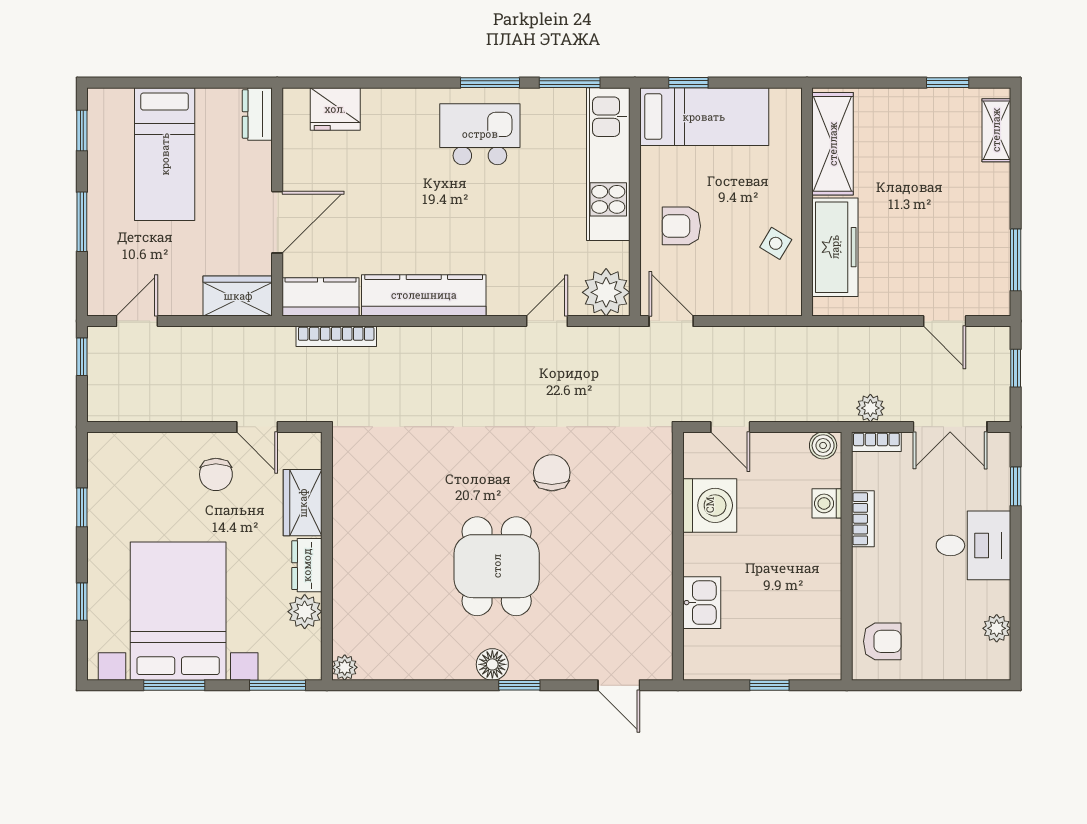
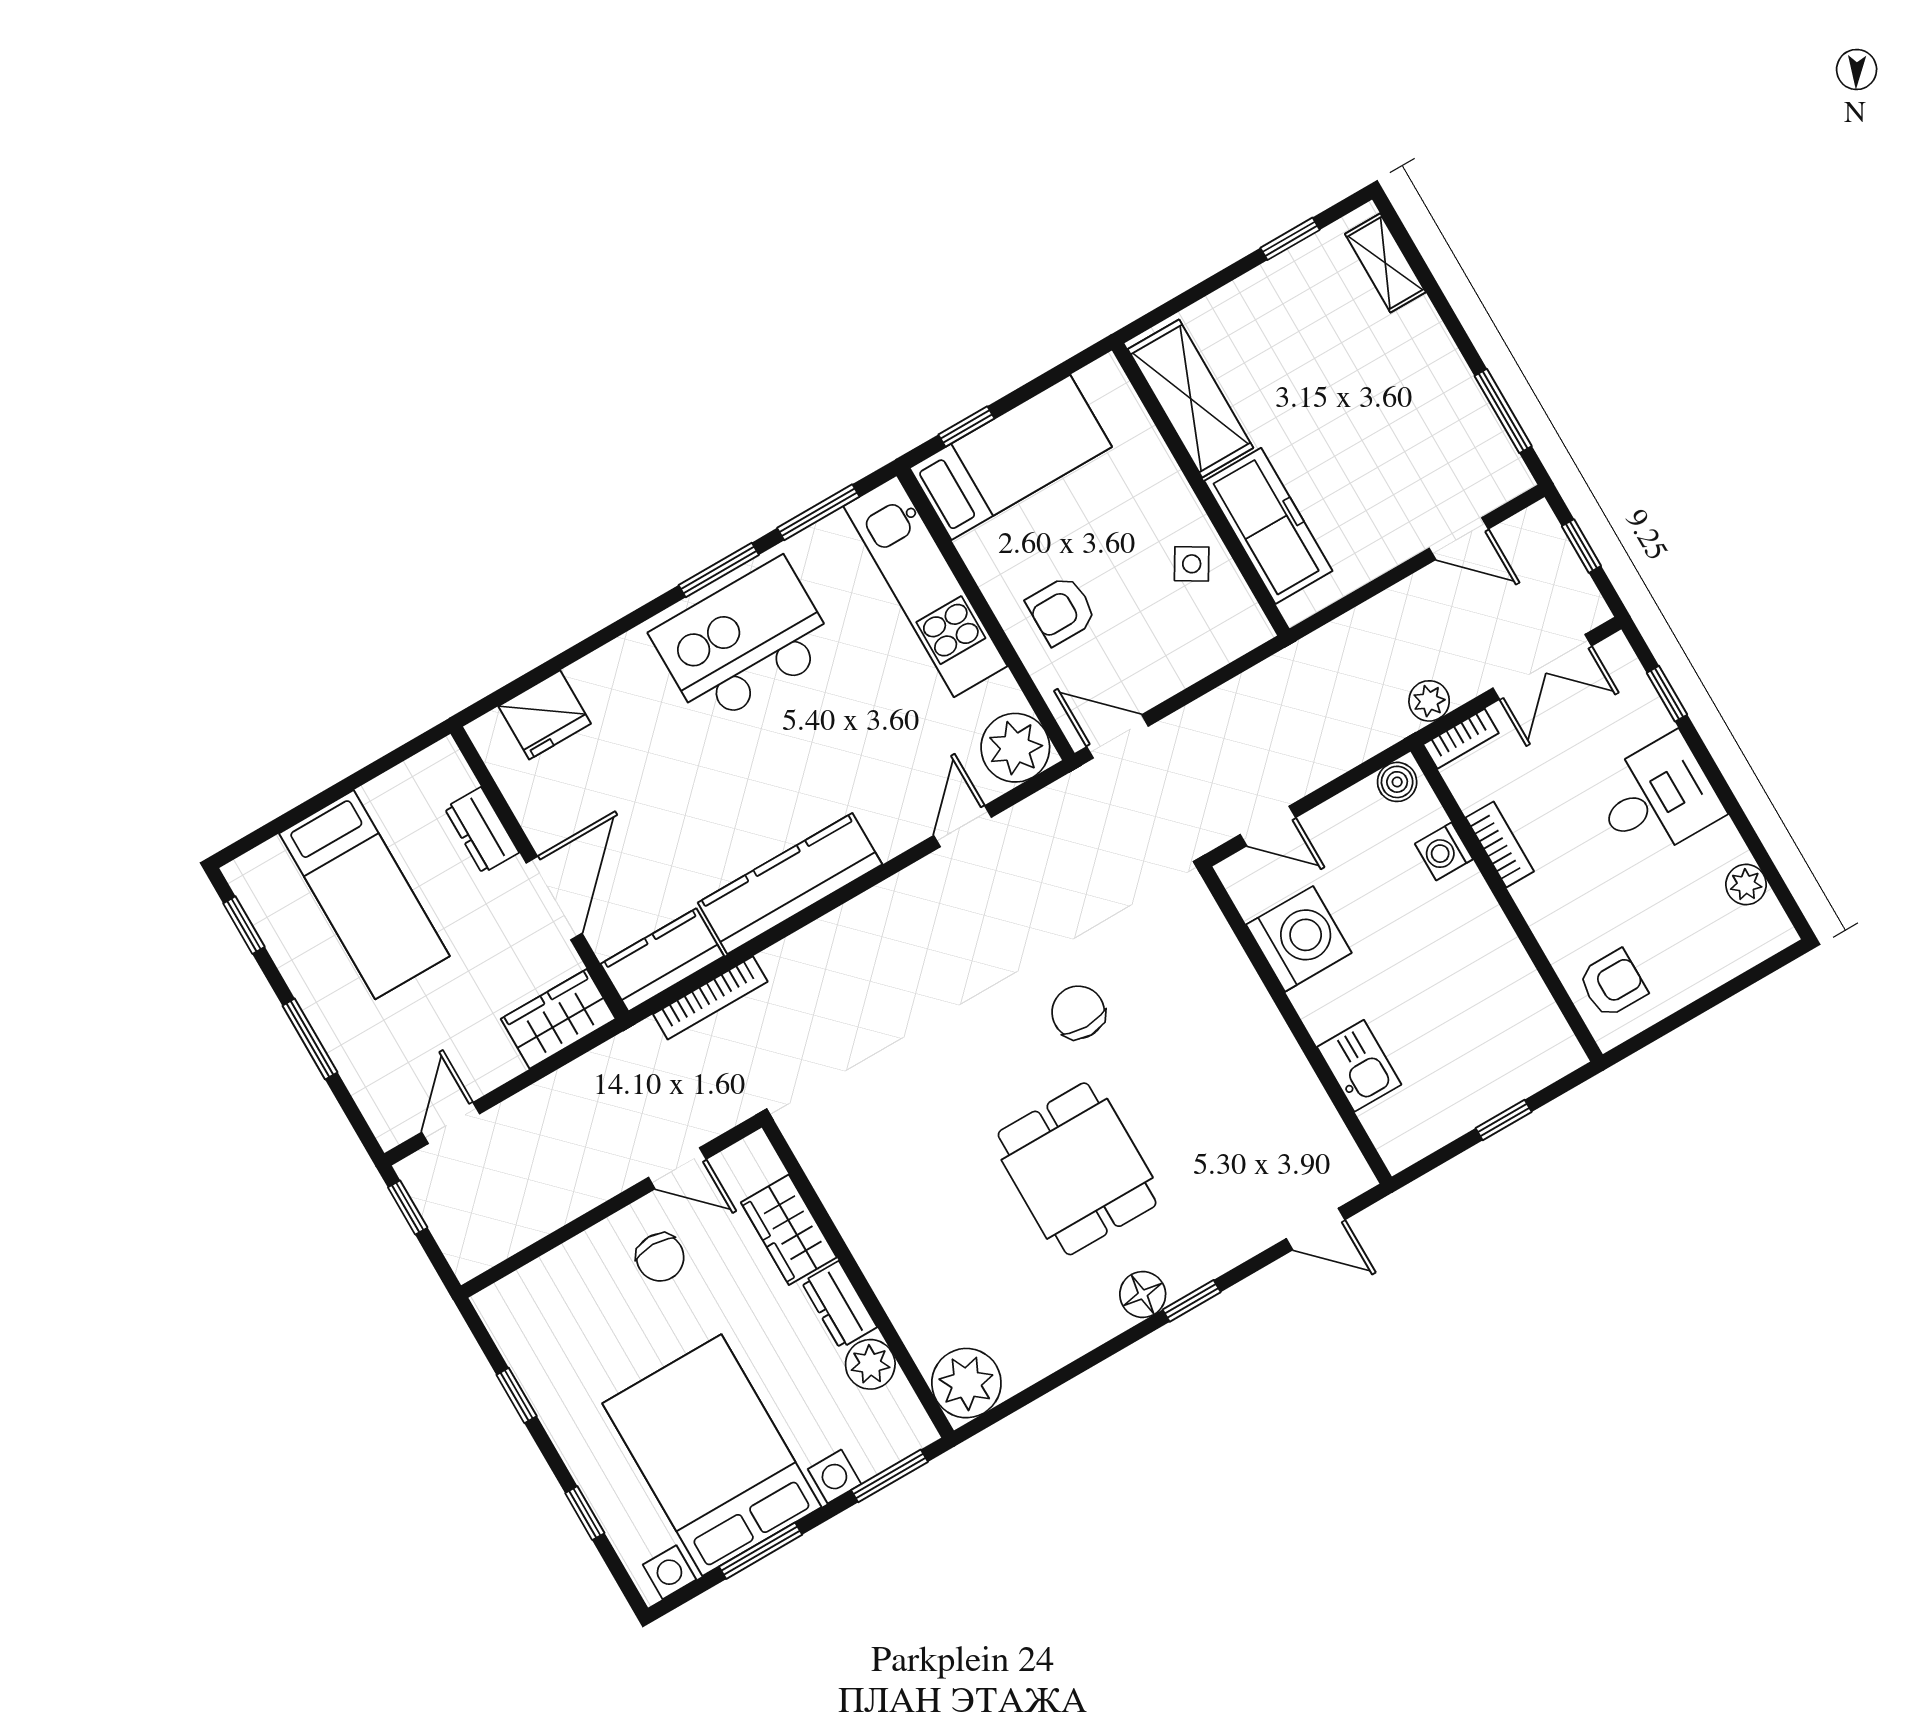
dresser: (257, 114) -> (482, 830), moved
kitchen island: (480, 134) -> (744, 642), width x1.37, depth x1.28
plant: (345, 667) -> (966, 1383), width x1.87, depth x1.87

